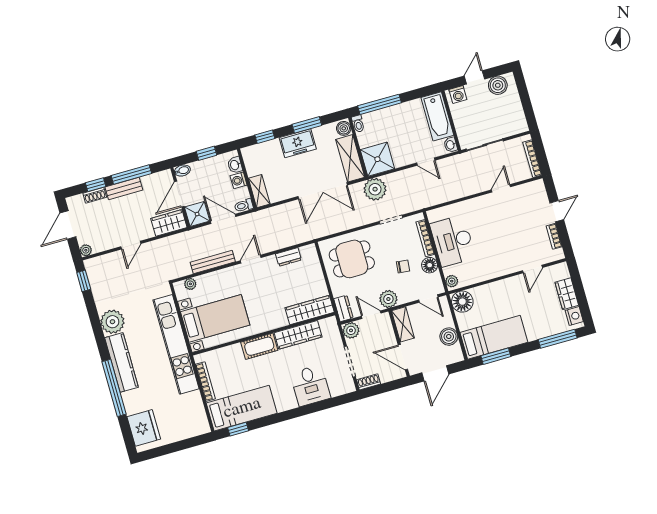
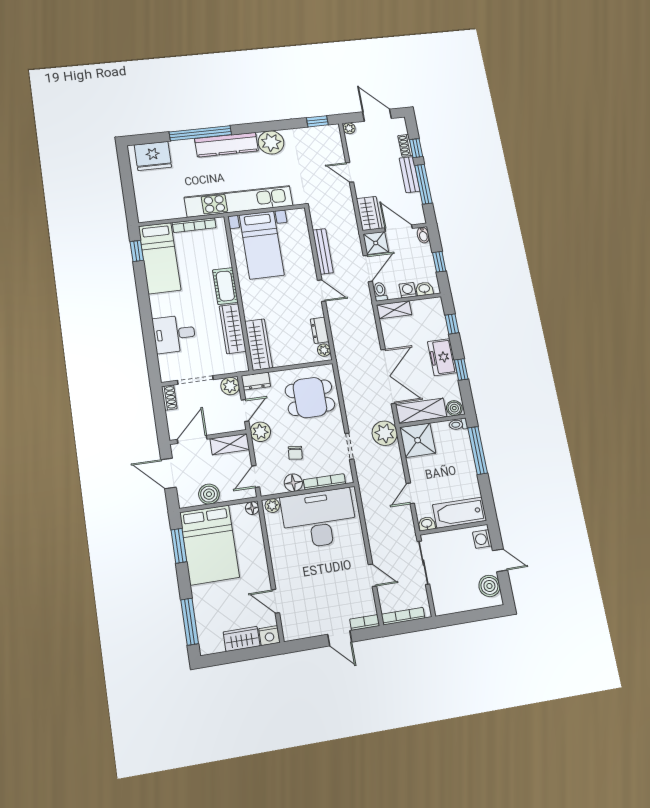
window: (307, 125) -> (461, 370), width x0.67
double door: (323, 191) -> (388, 376), swing flipped
bookcase: (554, 236) -> (365, 622), moved
desk: (453, 241) -> (319, 518), width x1.36, depth x1.30
dining table: (352, 259) -> (310, 398), turned 90
plant: (190, 284) -> (324, 350), moved
floor lamp: (462, 302) -> (252, 508), width x0.53, depth x0.53
nightstand: (574, 316) -> (269, 636), moved
bed: (494, 337) -> (209, 545), width x1.50

